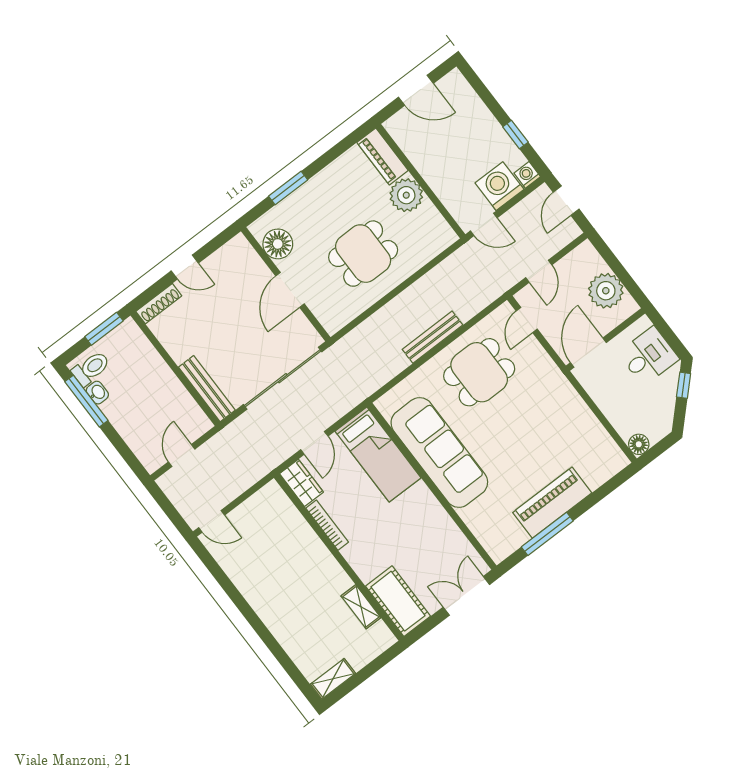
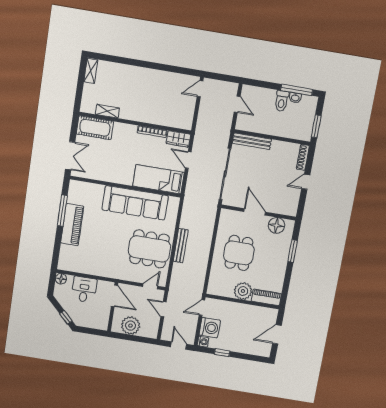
door: (527, 320) -> (150, 286), hinge flipped
desk: (649, 356) -> (84, 290), moved, turned 180
toilet: (91, 368) -> (282, 101), moved
dining table: (479, 372) -> (149, 249), width x1.38

